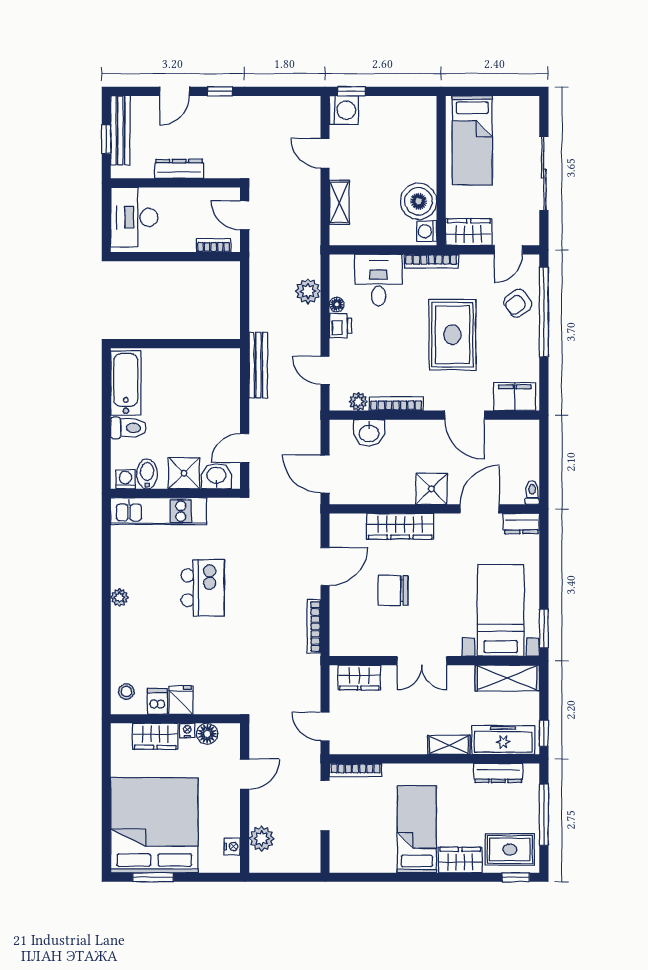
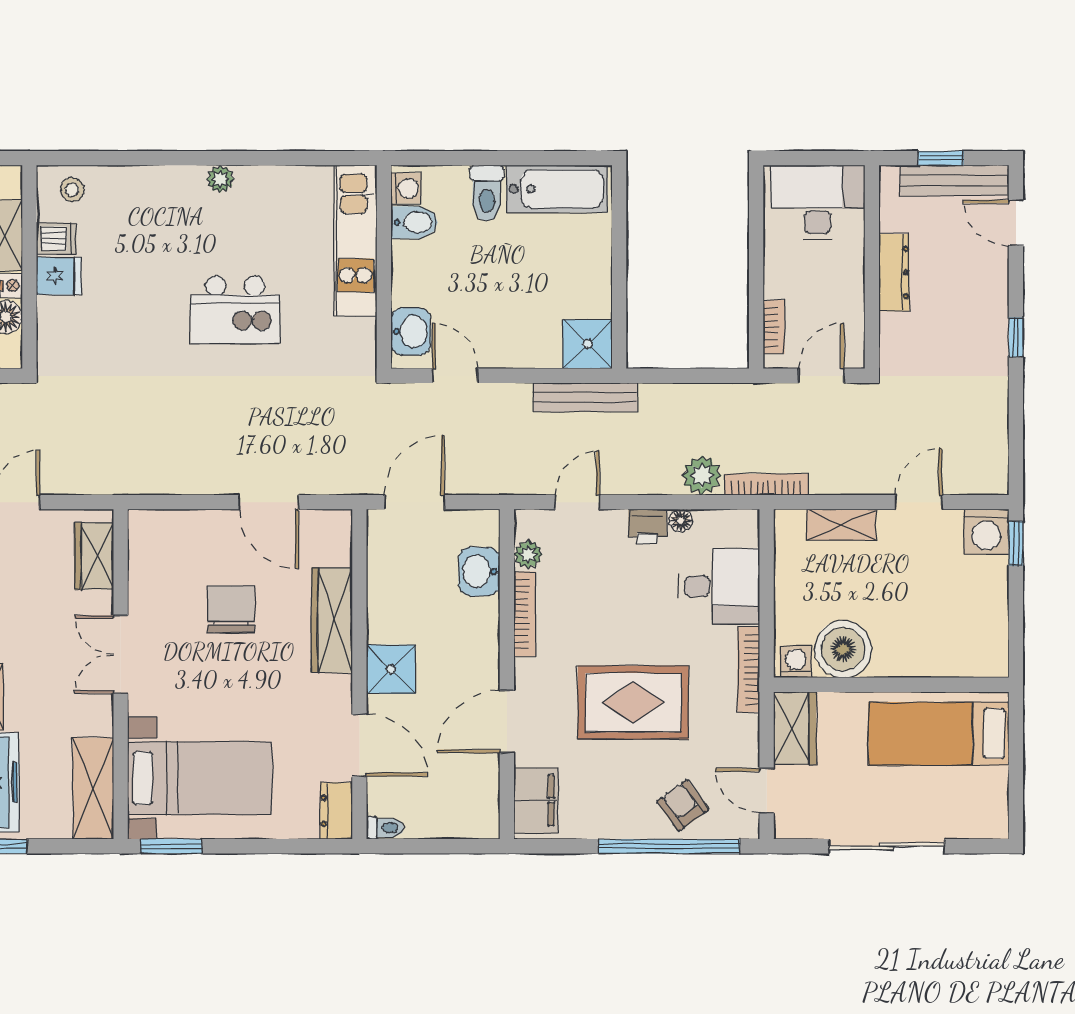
door: (174, 91) -> (1016, 223), moved
shower: (184, 473) -> (588, 344), moved
bookcase: (314, 627) -> (766, 484), moved

